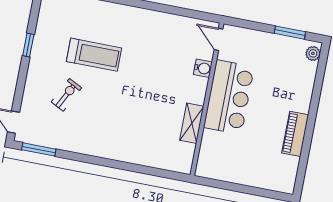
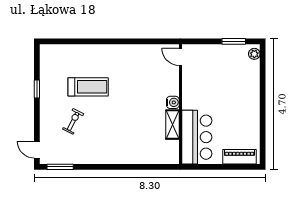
water cooler: (203, 68) -> (173, 102), moved
bar counter: (229, 97) -> (197, 137), moved
piano: (295, 134) -> (239, 157), moved, turned 90

